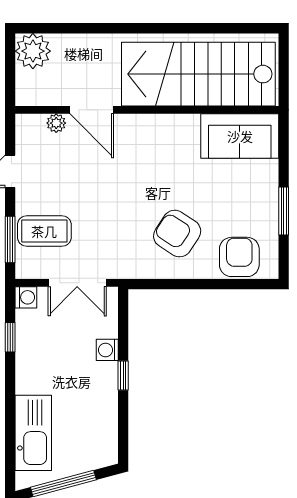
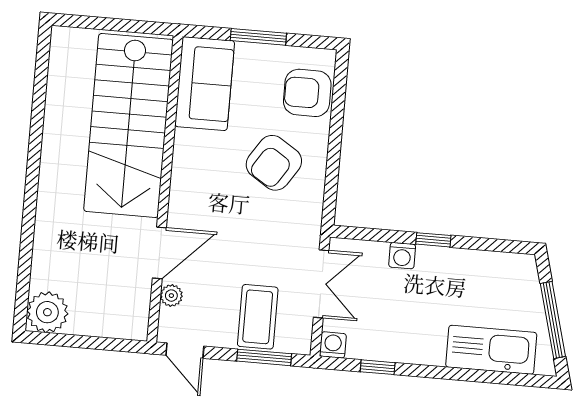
stairs: (198, 74) -> (129, 125), moved
door: (92, 110) -> (159, 253), moved
wall: (147, 110) -> (165, 189), moved
plant: (56, 123) -> (171, 296), moved
sofa: (240, 136) -> (205, 84), moved

